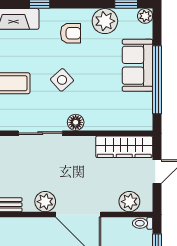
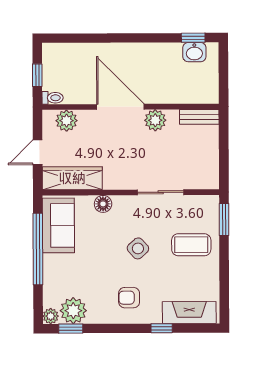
plant: (105, 21) -> (73, 311), moved
sofa: (137, 65) -> (58, 225), moved
floor lamp: (76, 122) -> (103, 204), moved

